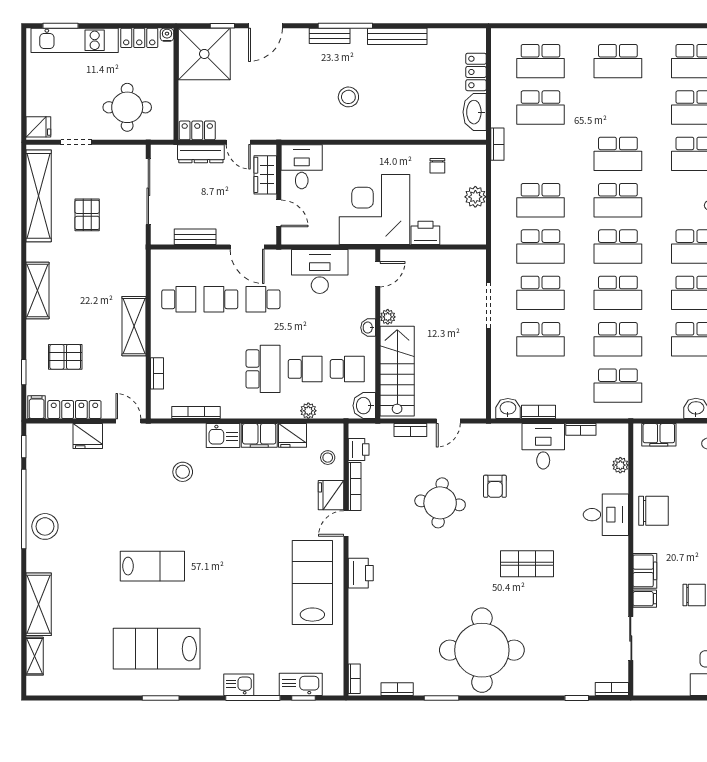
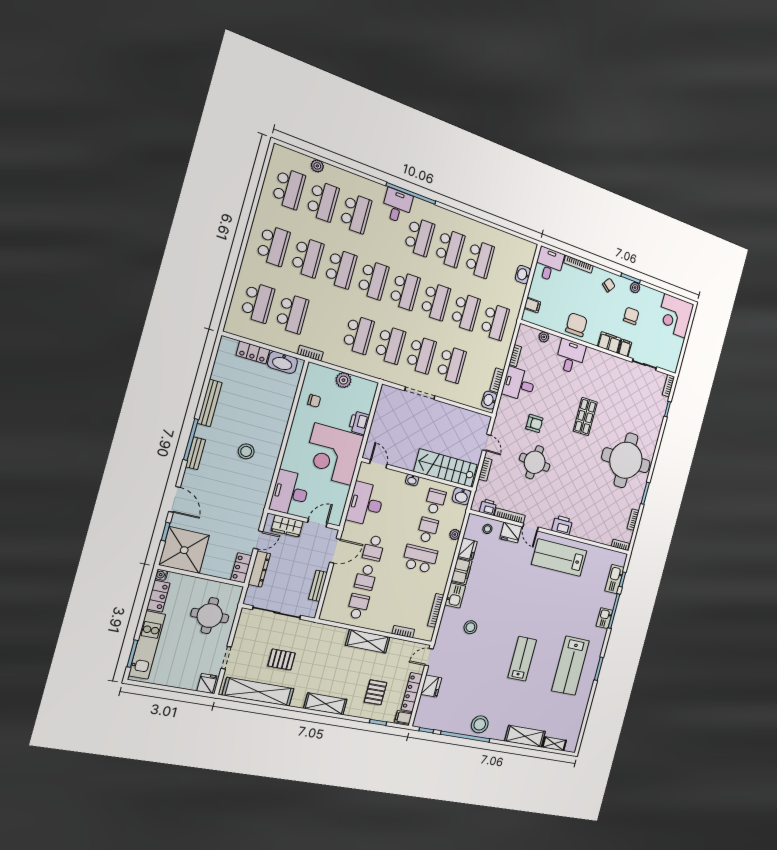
school desk: (618, 108) -> (307, 257), added
desk: (302, 167) -> (290, 493), width x1.37
plant: (388, 317) -> (409, 465), removed
filing cabinet: (659, 435) -> (532, 305), width x0.50

